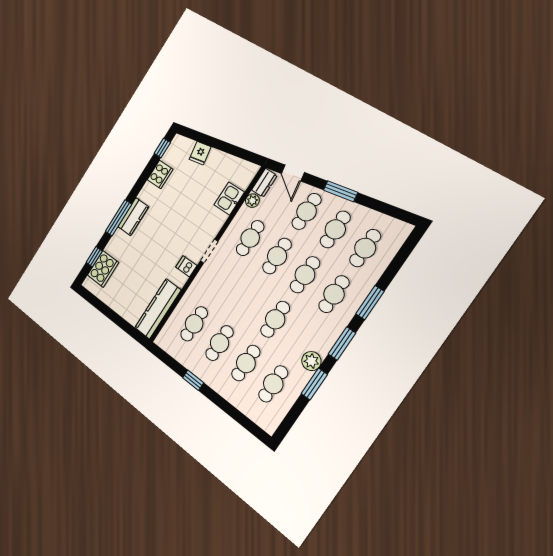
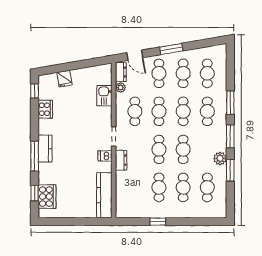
dresser: (200, 283) -> (121, 160), added
cafe table: (194, 324) -> (159, 149), moved

